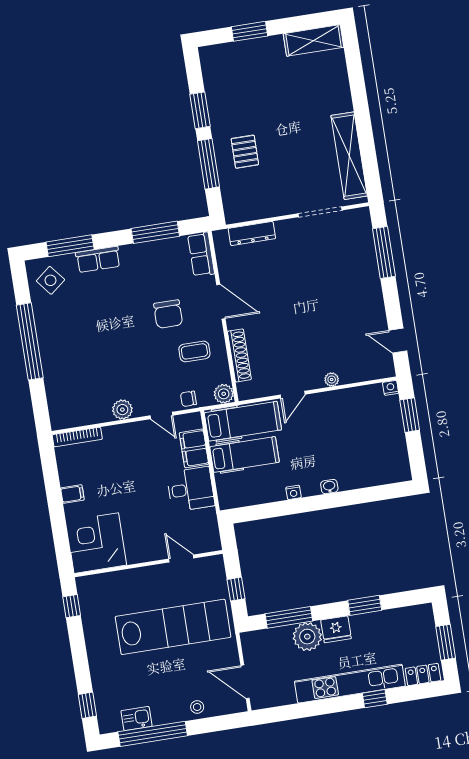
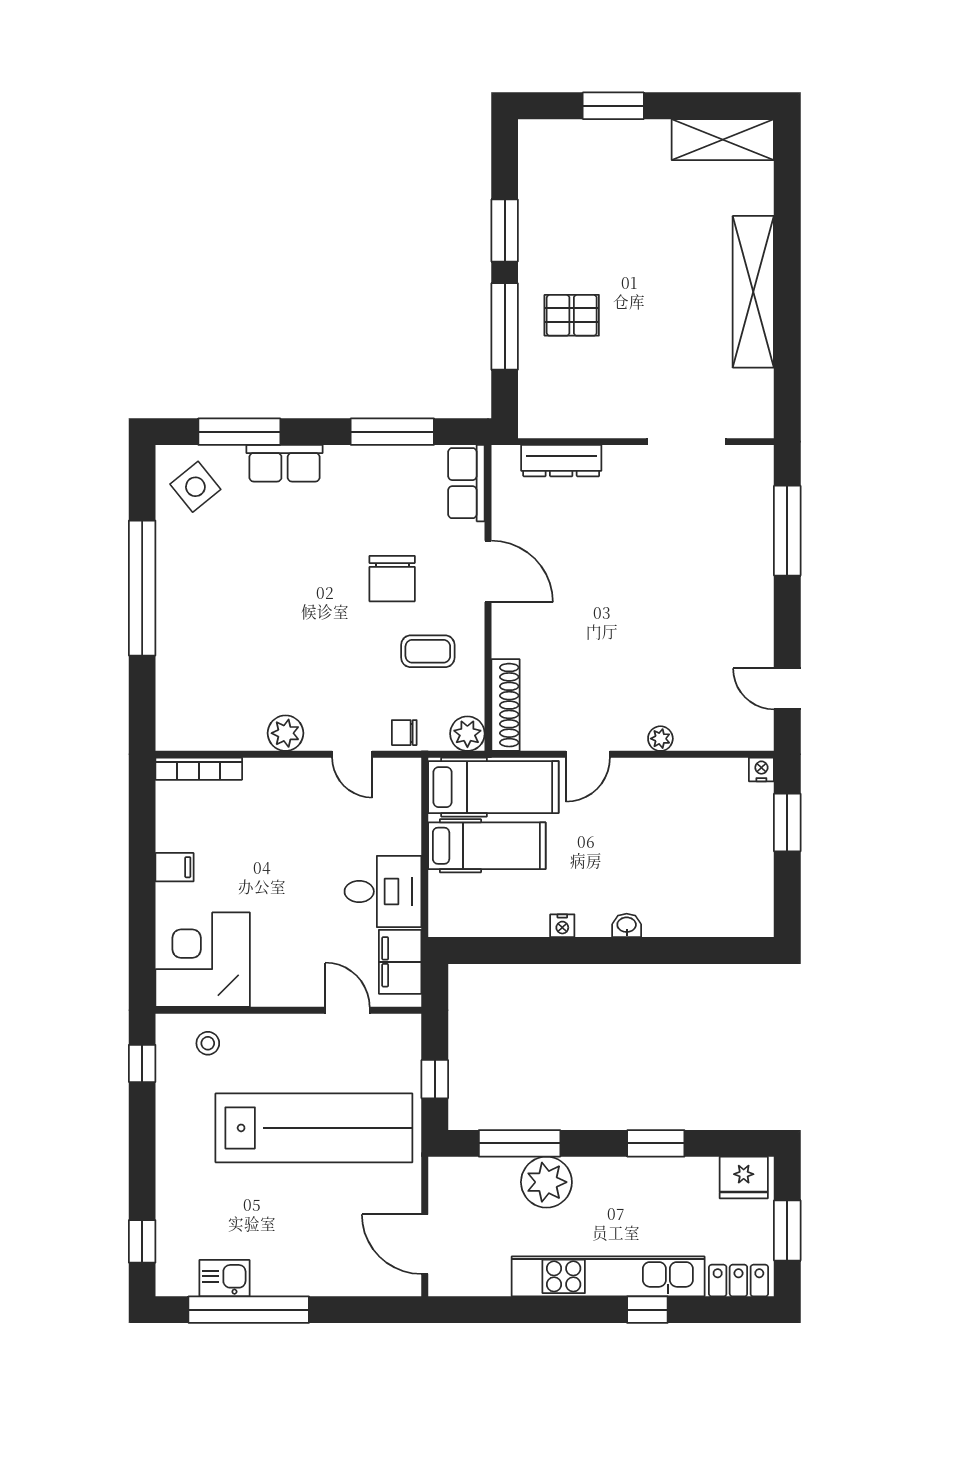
pallet: (245, 152) -> (572, 315), turned 90
shelving: (349, 156) -> (753, 292), moved
shoe rack: (239, 355) -> (505, 705), moved
filing cabinet: (194, 448) -> (400, 962), moved
fridge: (336, 629) -> (744, 1177), moved
stool: (197, 707) -> (208, 1043), moved

